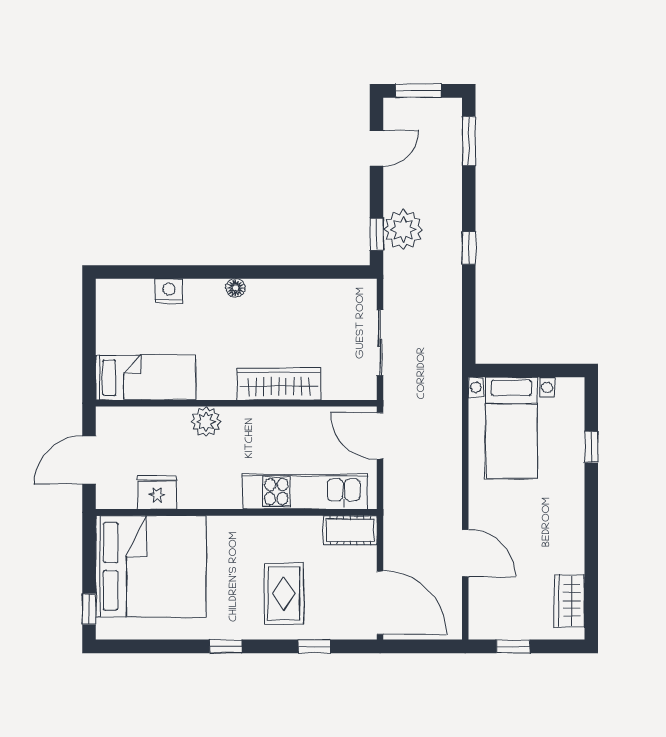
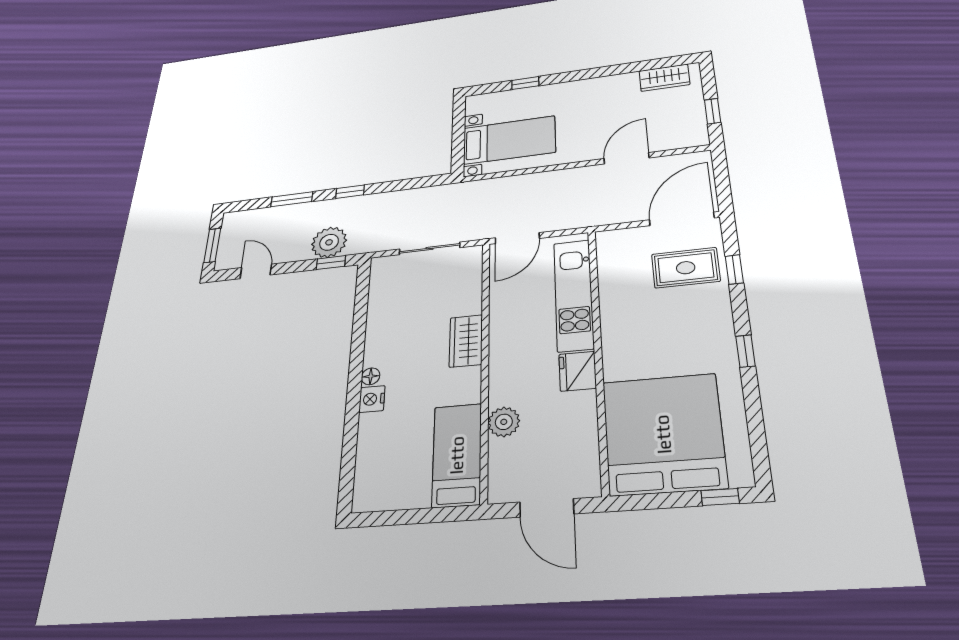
window: (469, 141) -> (292, 199), moved
nightstand: (169, 291) -> (372, 399), moved
wardrobe: (279, 384) -> (466, 341), width x0.67
plant: (206, 422) -> (504, 422), moved
fridge: (157, 492) -> (578, 371), moved
cot: (350, 530) -> (610, 252), removed
rug: (284, 593) -> (686, 268), moved

